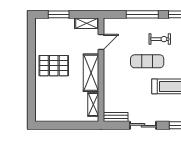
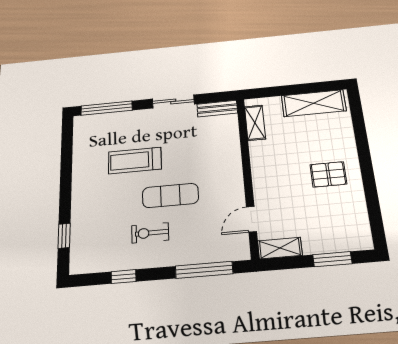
window: (142, 14) -> (204, 270), moved
pallet: (54, 66) -> (328, 174), width x0.67, depth x0.71
shelving: (91, 73) -> (314, 103), moved, turned 90

